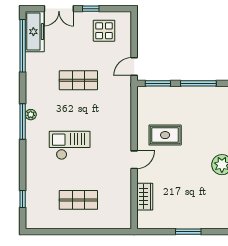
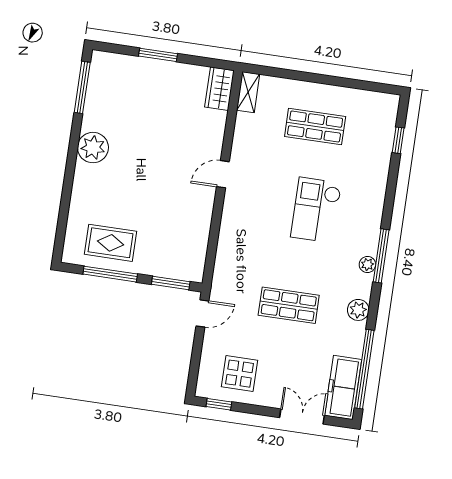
window: (91, 9) -> (219, 404), moved
plant: (32, 84) -> (358, 310), added
rug: (165, 135) -> (111, 243), moved
checkout: (70, 145) -> (316, 210), turned 90
wardrobe: (145, 197) -> (219, 89), moved
shelving: (126, 216) -> (248, 92), added

